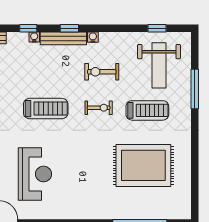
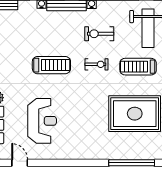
treadmill: (147, 110) -> (138, 67), turned 180

